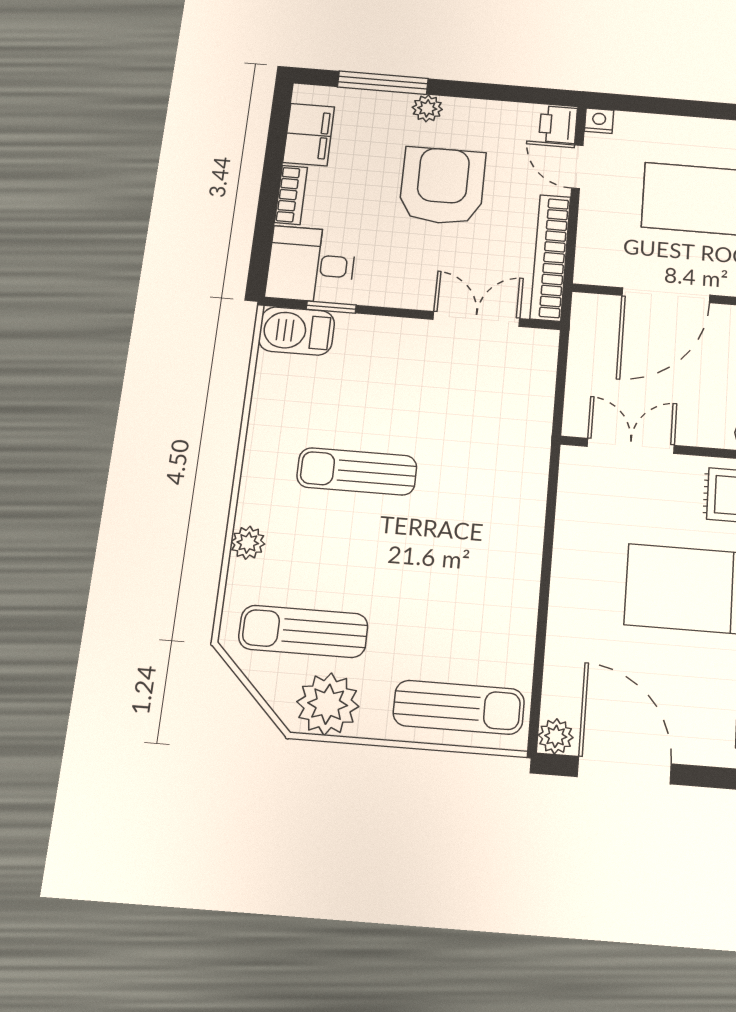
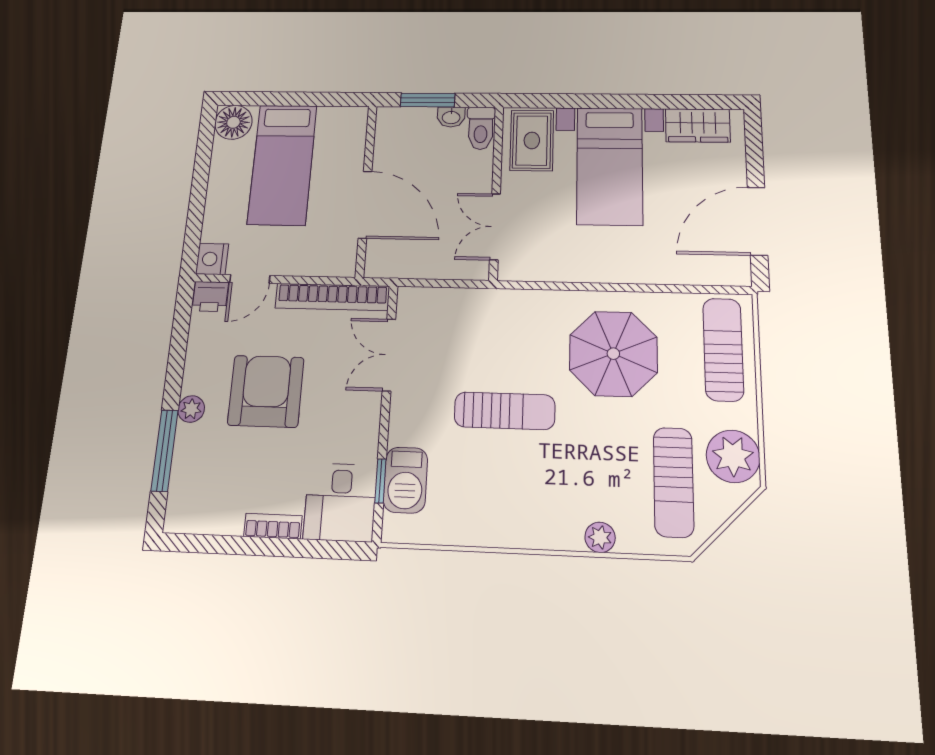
nightstand: (599, 121) -> (212, 259), width x1.39, depth x1.35
filing cabinet: (309, 135) -> (214, 515), removed
armchair: (442, 186) -> (266, 391), turned 90
barbecue: (297, 331) -> (405, 480), moved
sun lounger: (357, 471) -> (505, 411), moved, turned -90
parasol: (462, 575) -> (613, 354), added
plant: (556, 736) -> (737, 273), removed

